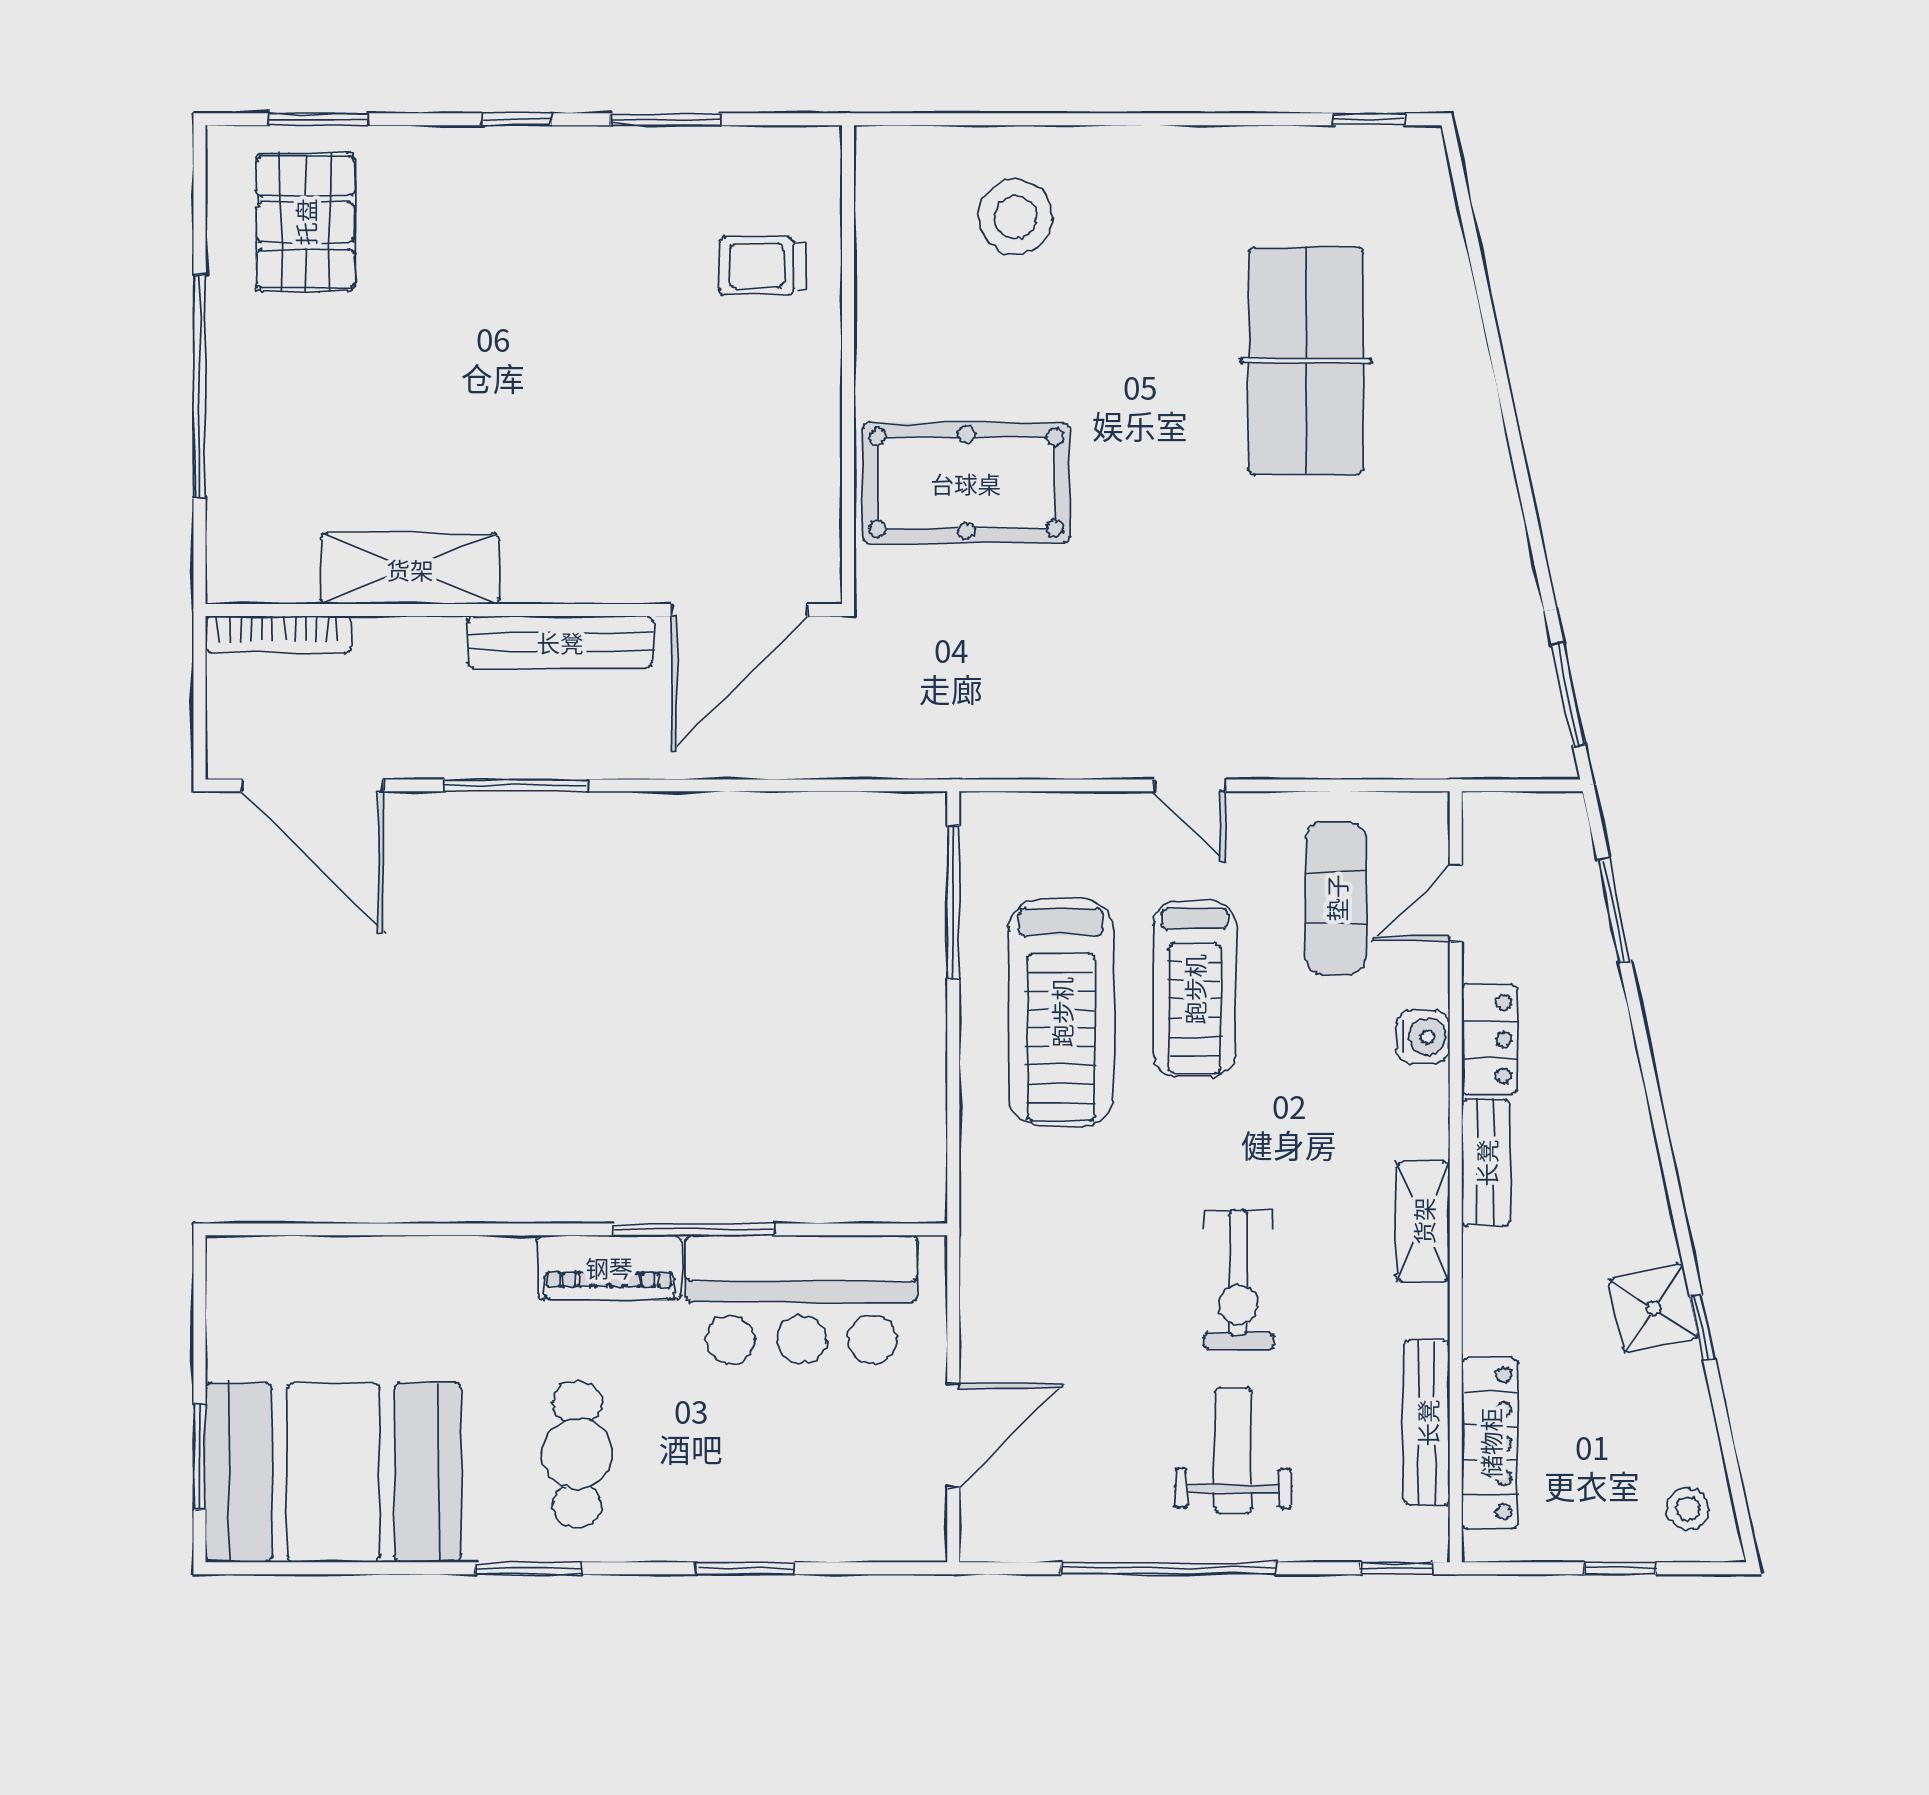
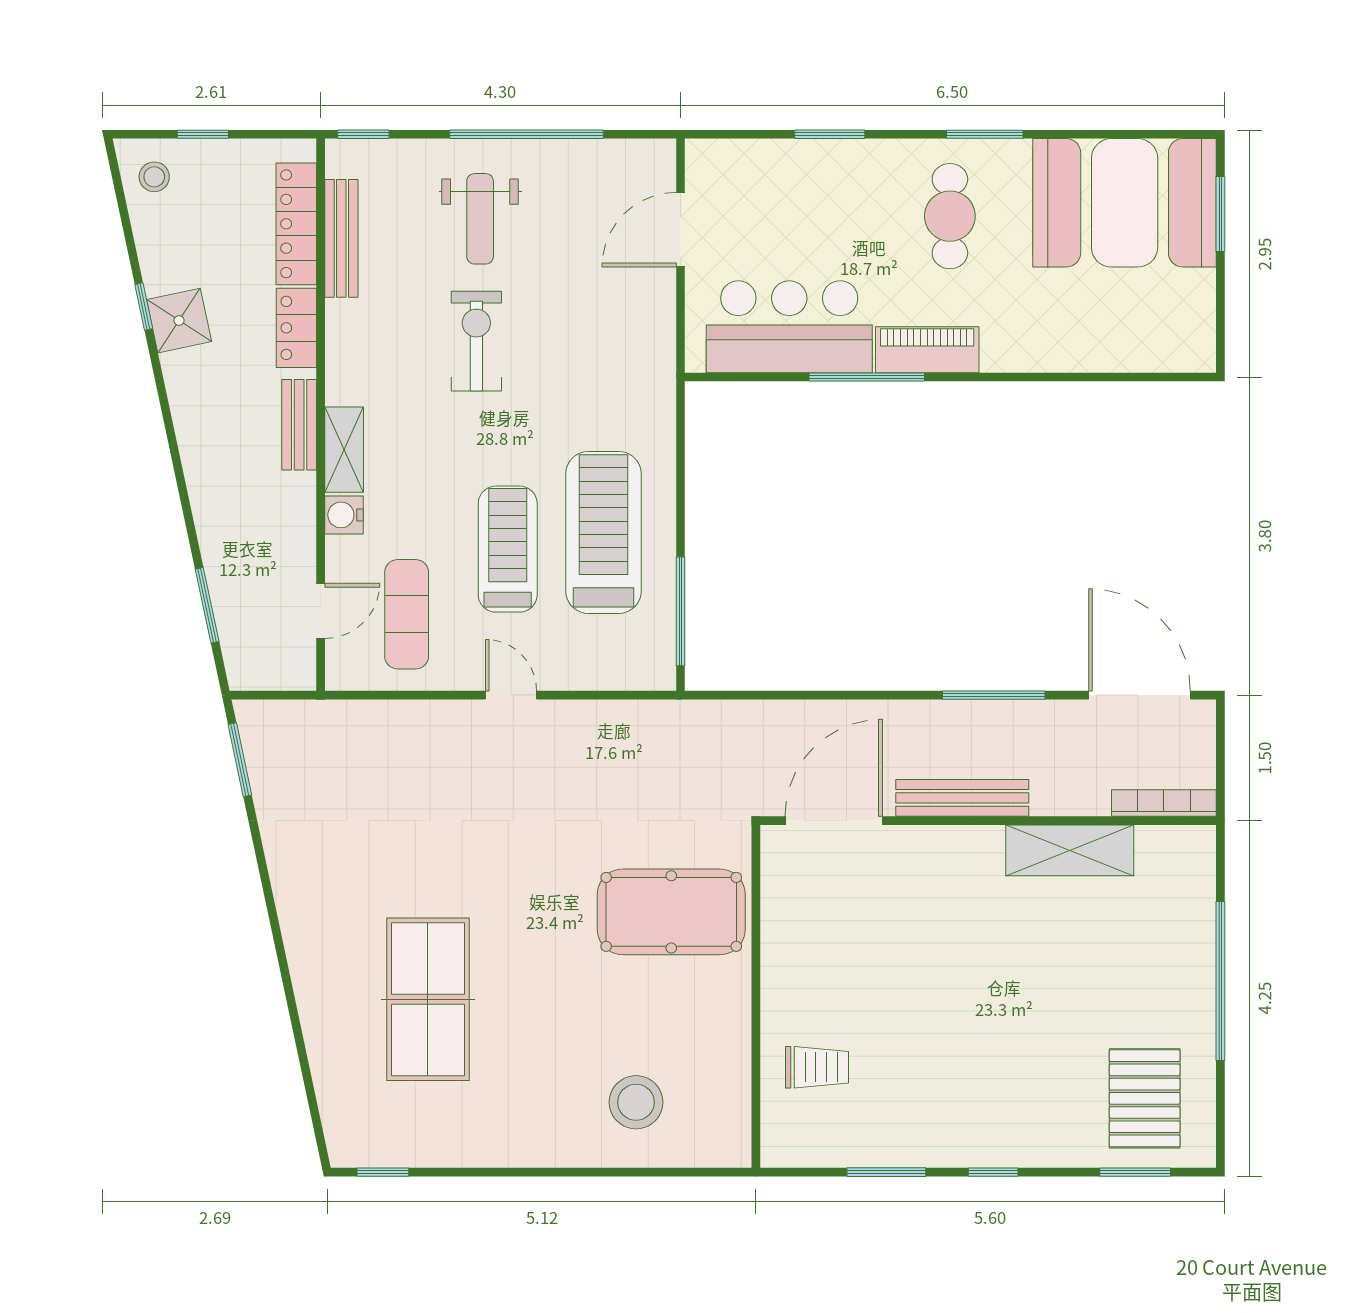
locker: (1490, 1039) -> (296, 328), moved
shelving: (1423, 1221) -> (344, 450), moved

